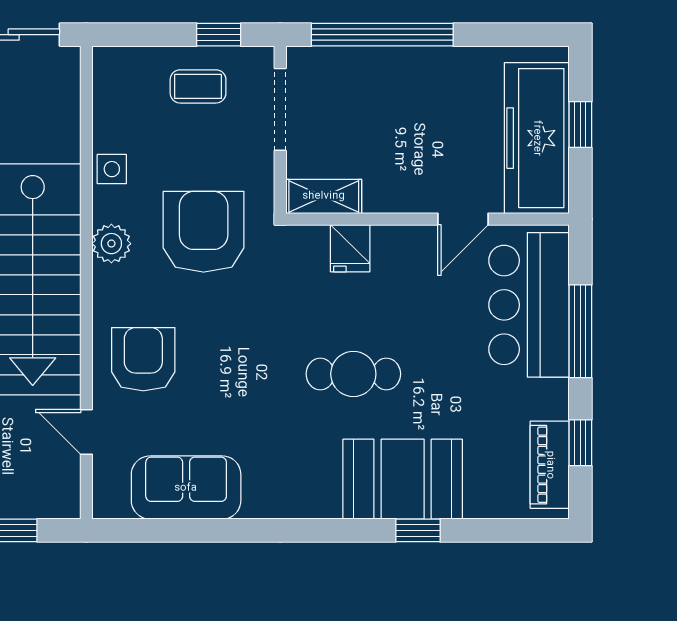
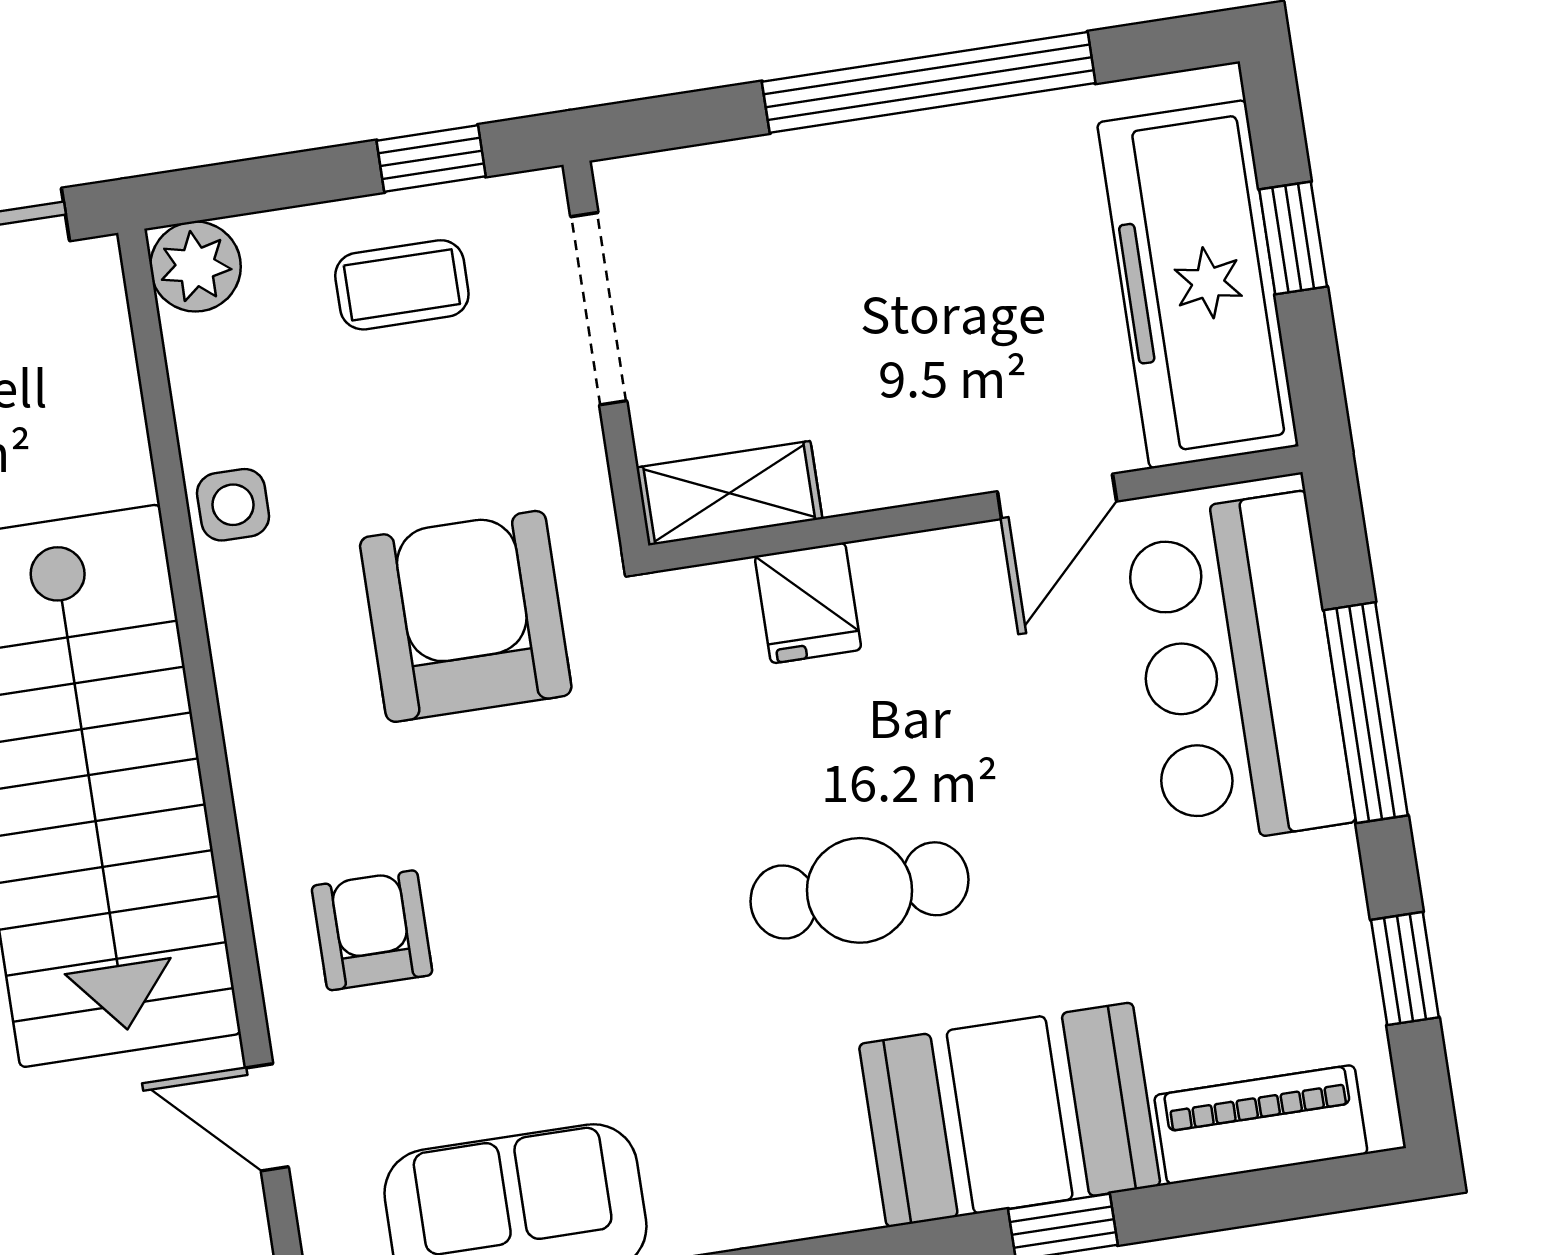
window: (382, 35) -> (929, 82), moved
plant: (111, 244) -> (196, 267), moved
armchair: (143, 359) -> (372, 930), width x0.72, depth x0.72
piano: (550, 465) -> (1261, 1125), moved, turned 90

